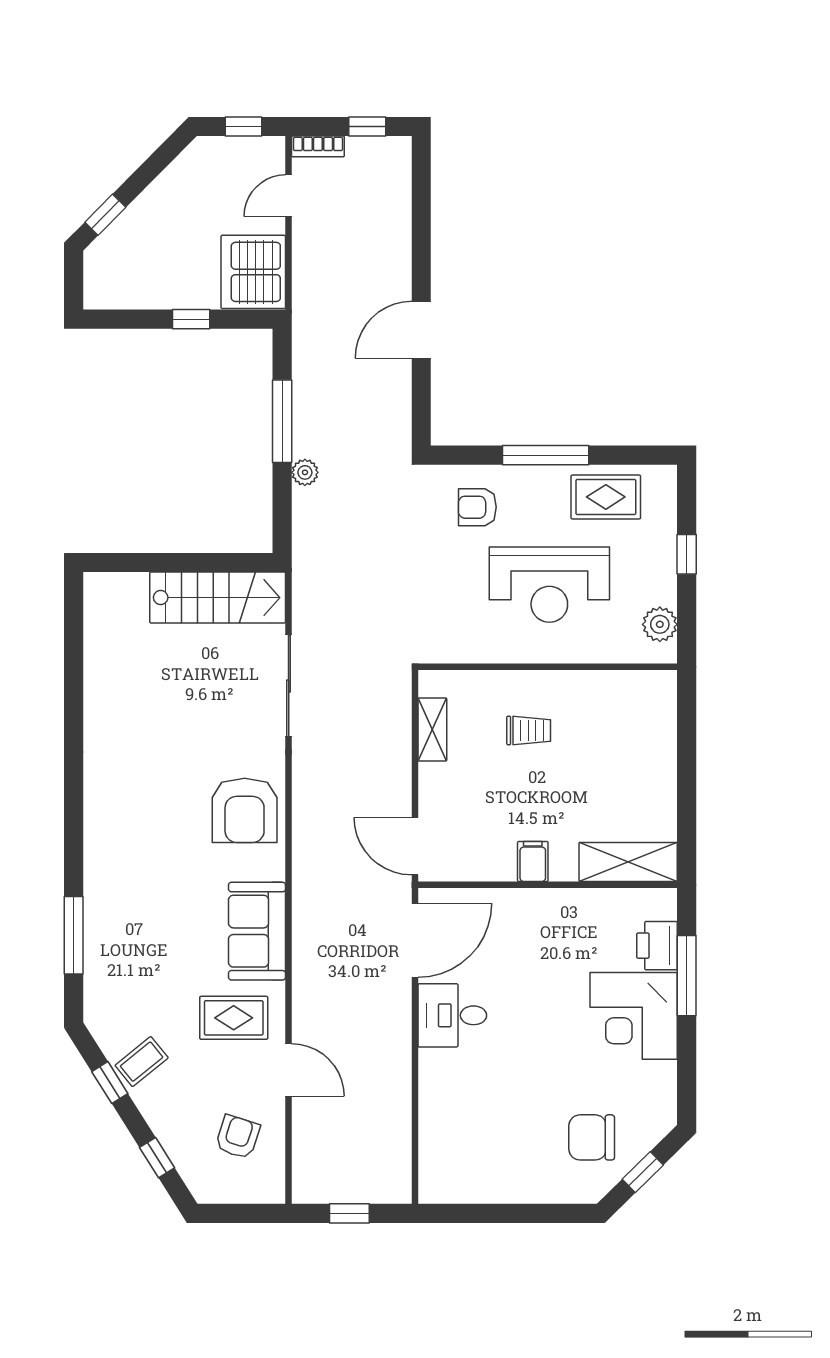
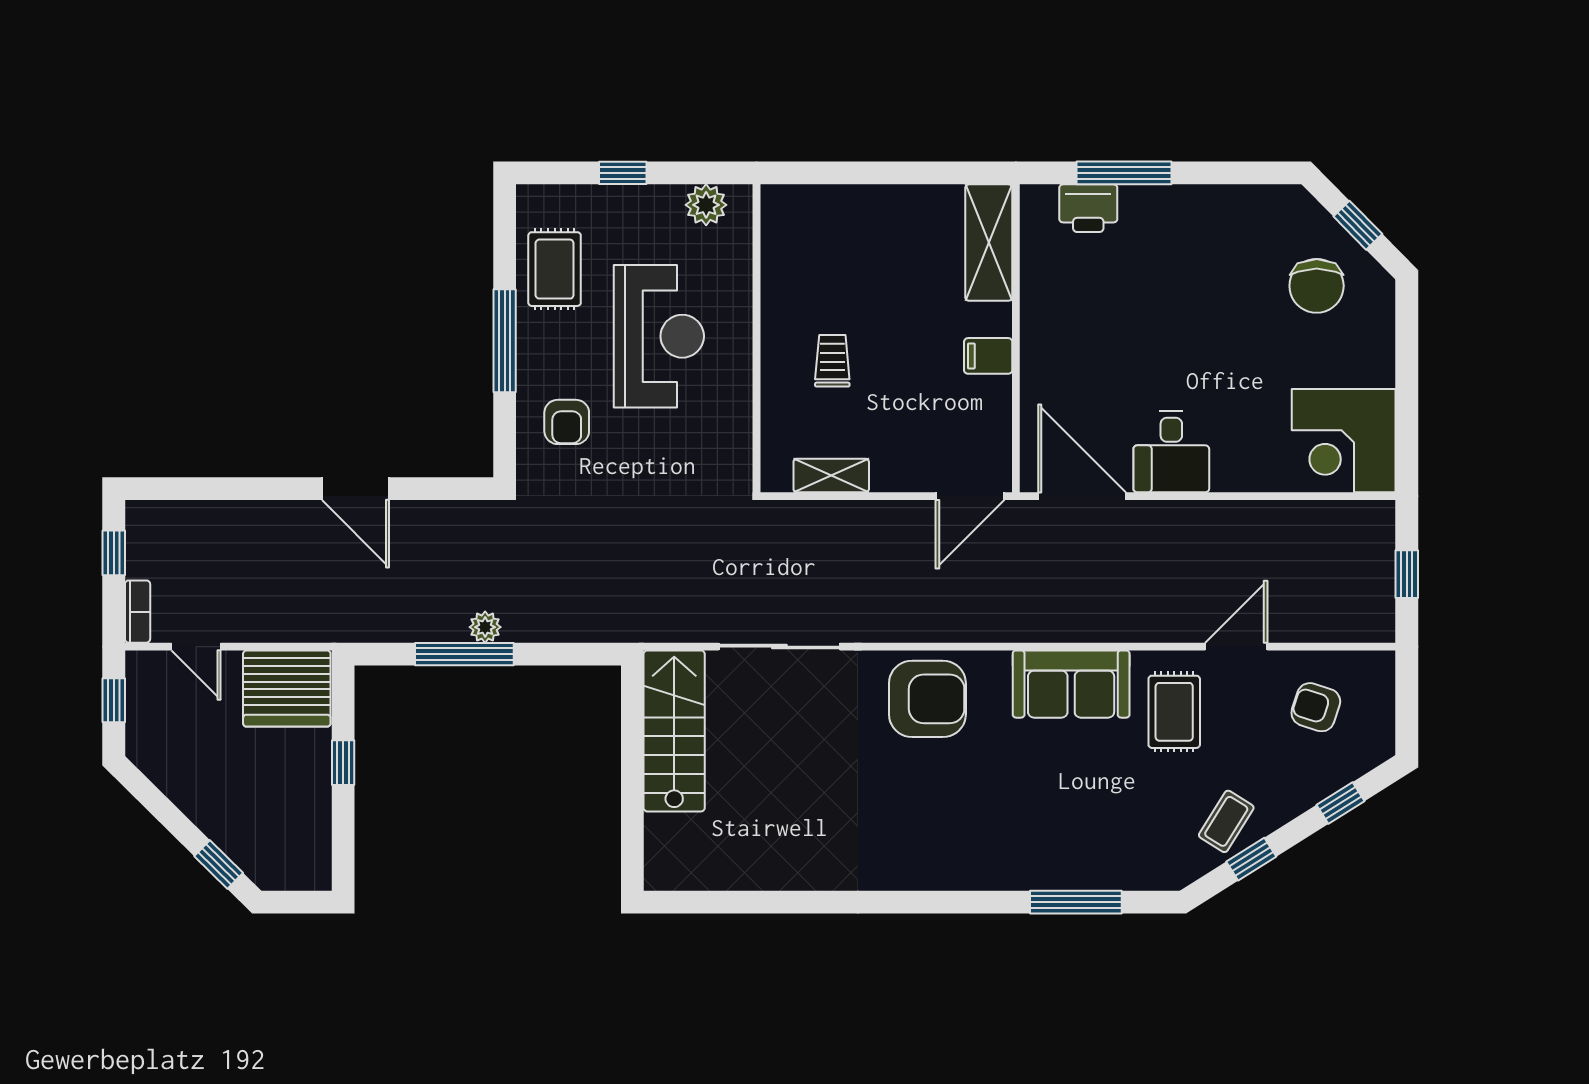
plant: (305, 472) -> (485, 627), moved
corner desk: (634, 1016) -> (1344, 441), moved, turned 90
coffee table: (142, 1062) -> (1226, 821), turned 71

